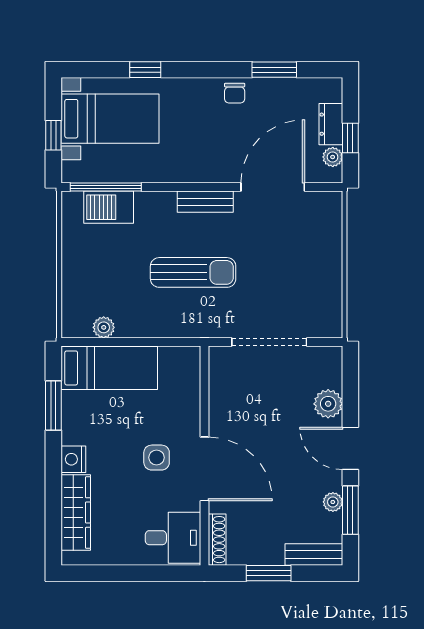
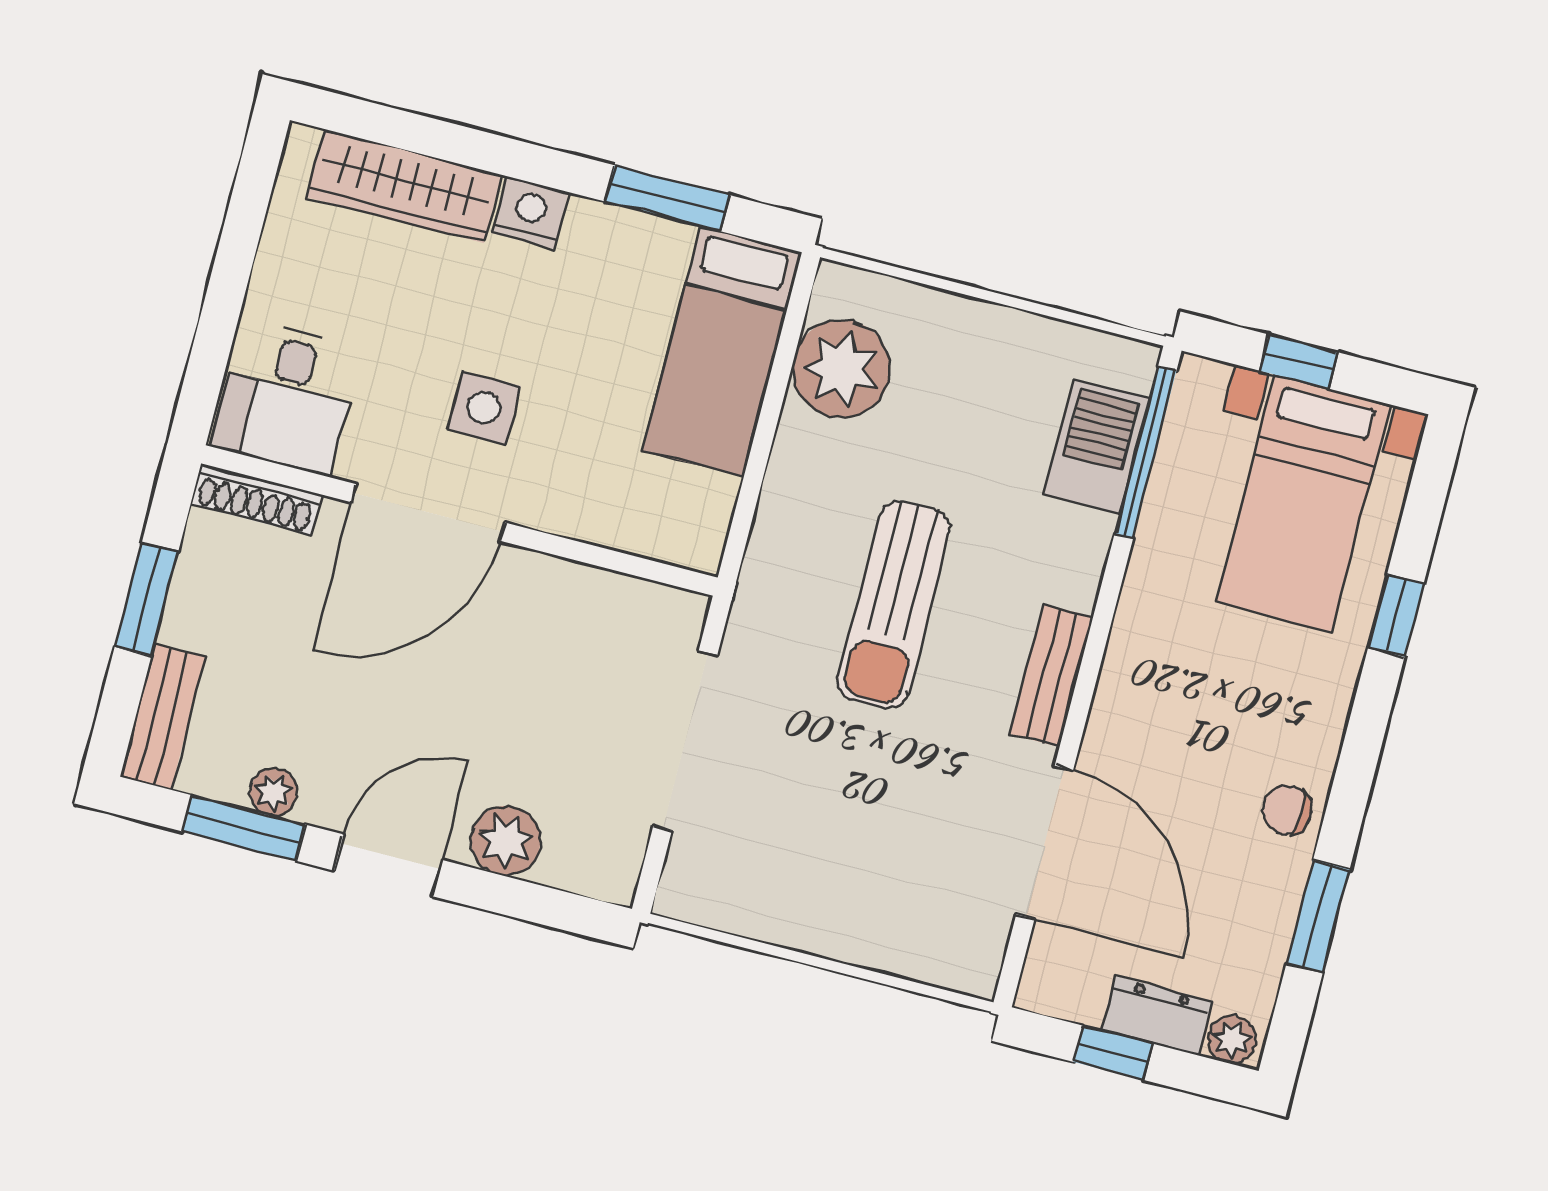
plant: (333, 157) -> (1232, 1040), moved
plant: (104, 327) -> (841, 369), width x1.88, depth x1.88

